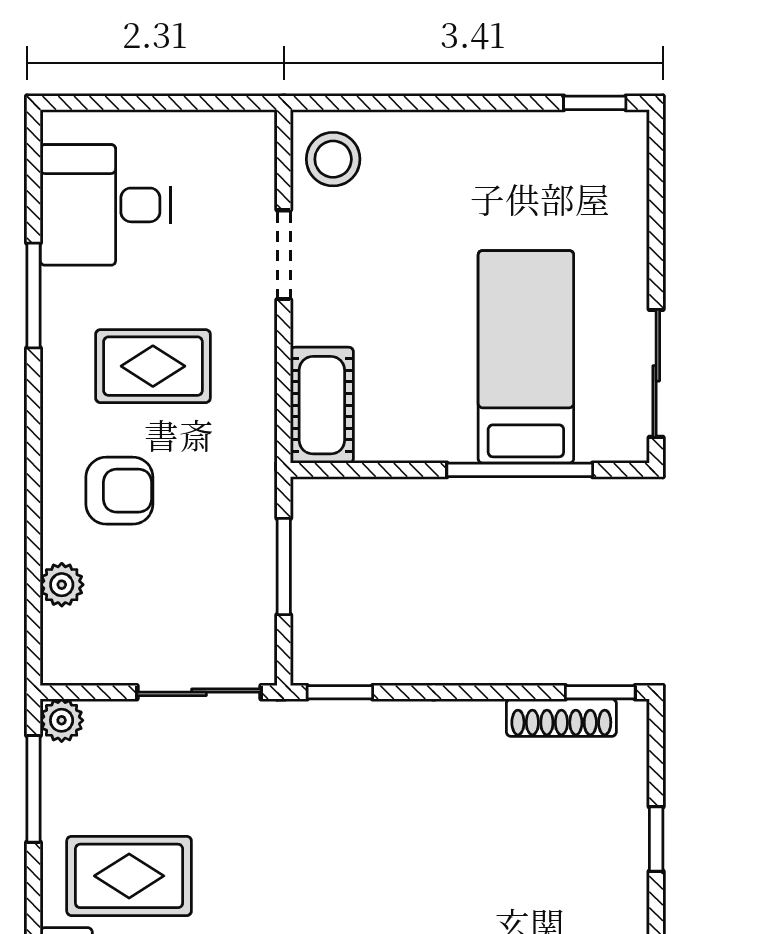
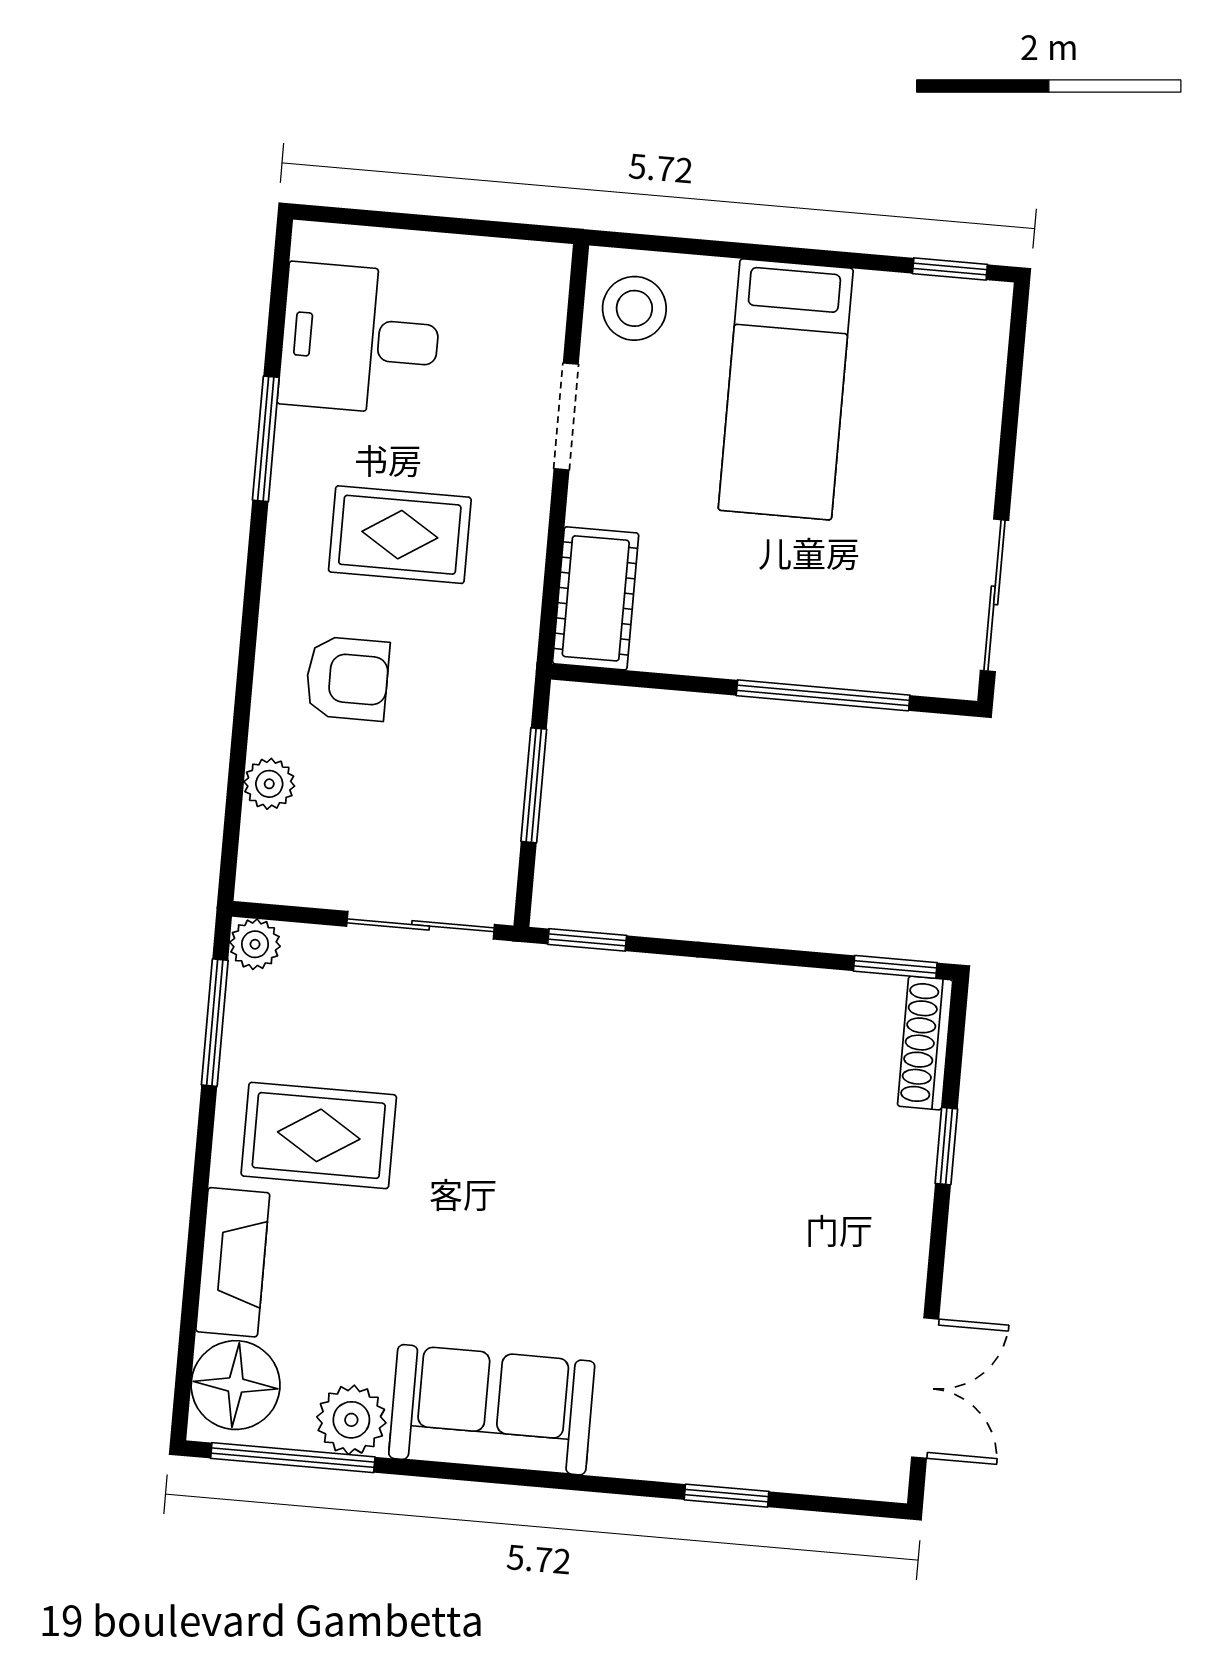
bed: (526, 357) -> (786, 389), moved, turned 180
shoe rack: (561, 718) -> (925, 1043), moved, turned 90

